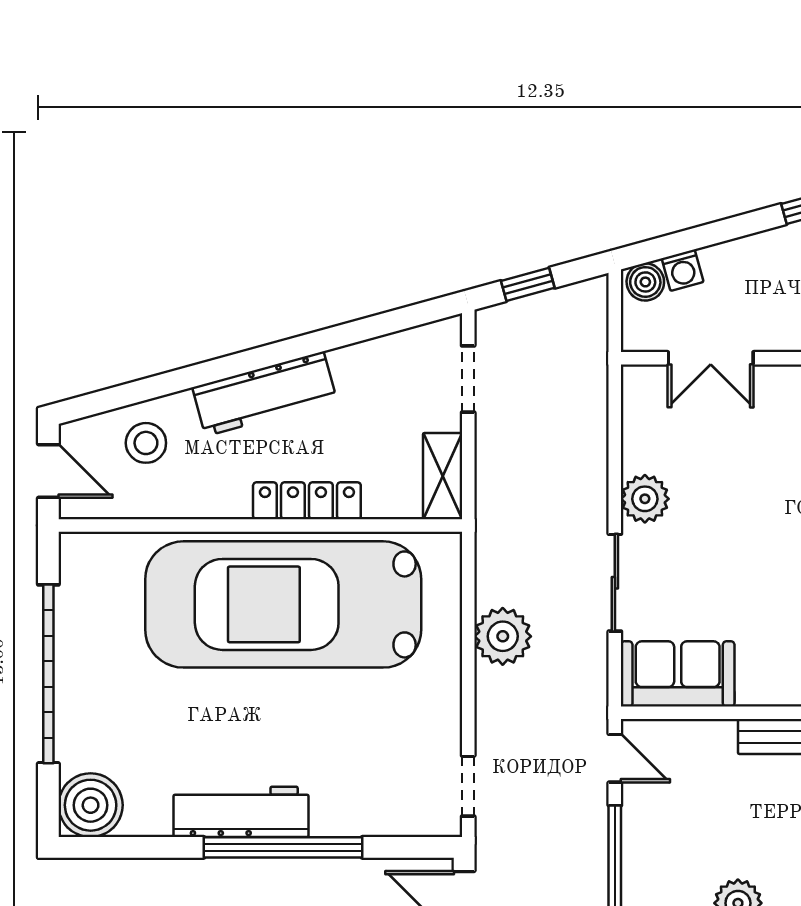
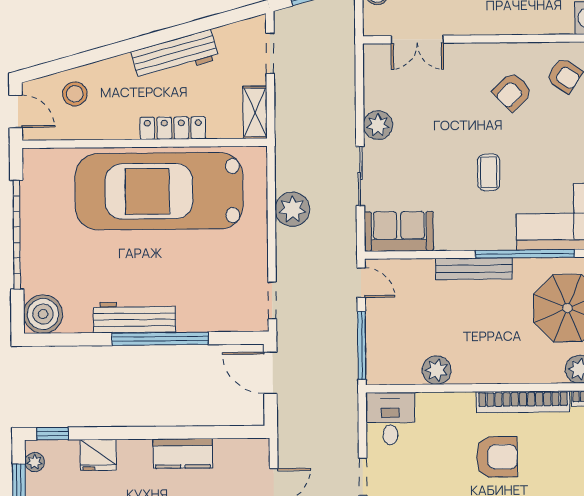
workbench: (264, 394) -> (175, 55), moved

